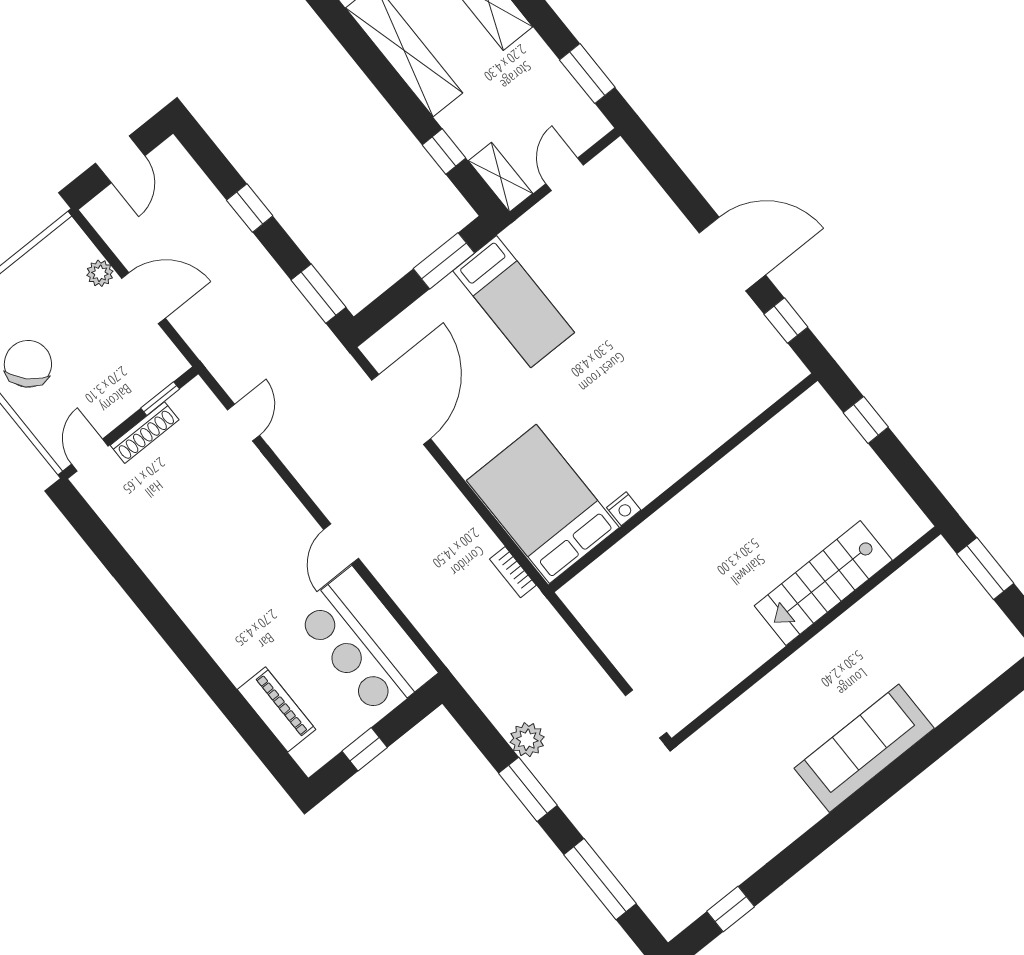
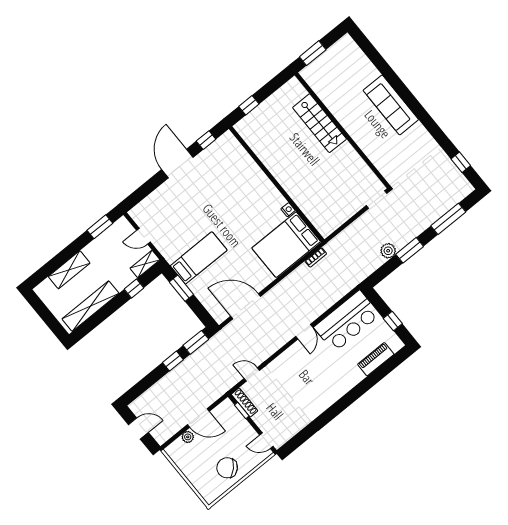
window: (250, 208) -> (173, 361), moved
door: (144, 298) -> (198, 418), swing flipped
shoe rack: (145, 433) -> (245, 403), moved
door: (341, 544) -> (304, 332), hinge flipped

